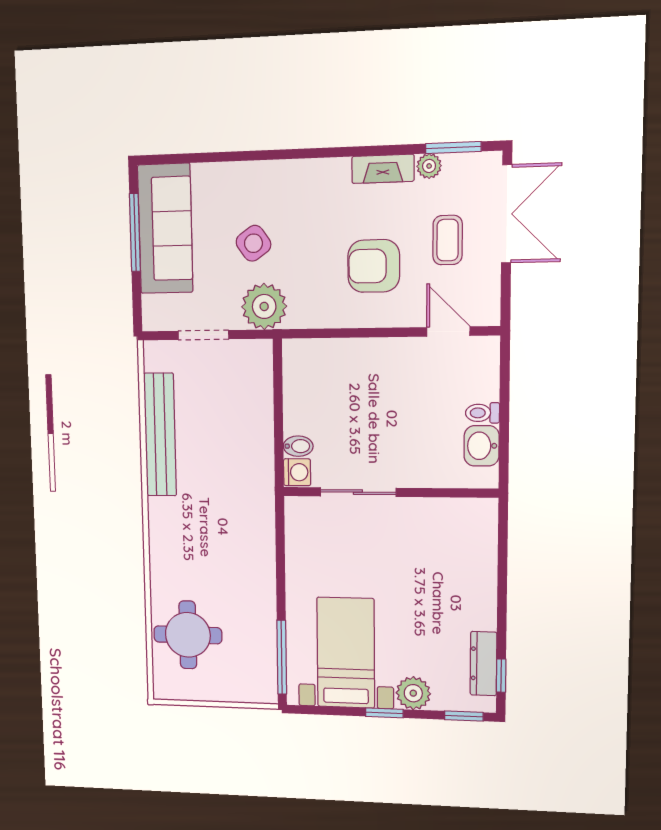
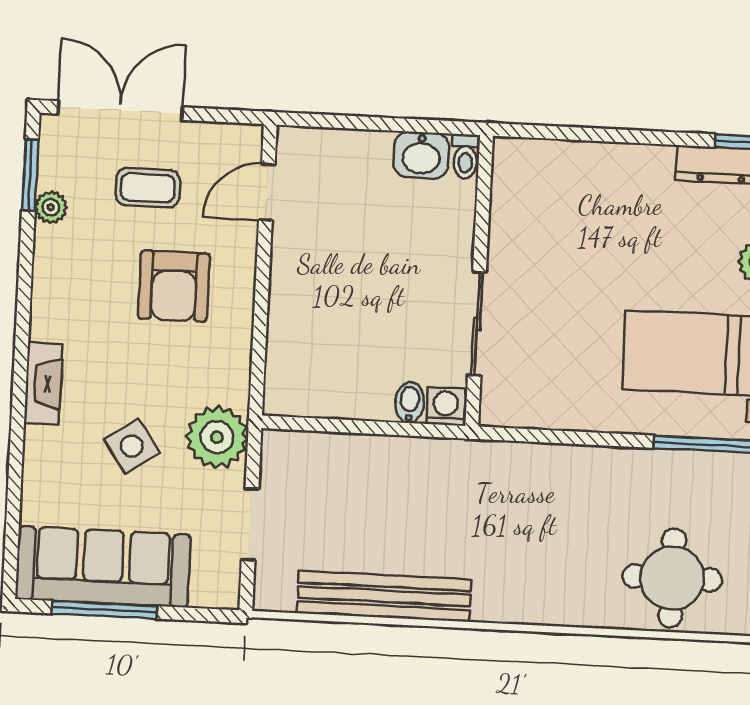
fireplace: (383, 169) -> (43, 384), moved
toilet: (482, 413) -> (465, 156), moved

